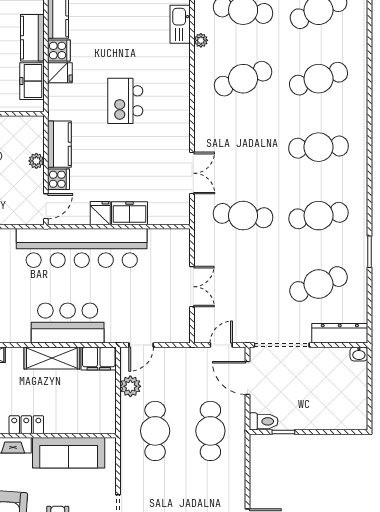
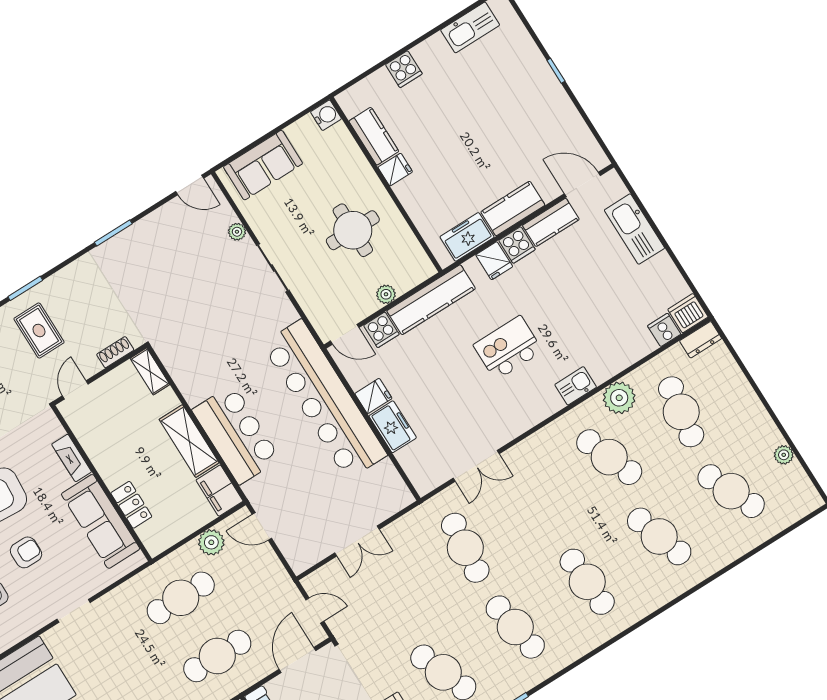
kitchen sink: (180, 24) -> (576, 386), moved, width x0.73
plant: (201, 40) -> (619, 398), width x1.88, depth x1.88
kitchen counter: (59, 144) -> (431, 300), width x1.50
locker: (26, 425) -> (131, 505), moved

